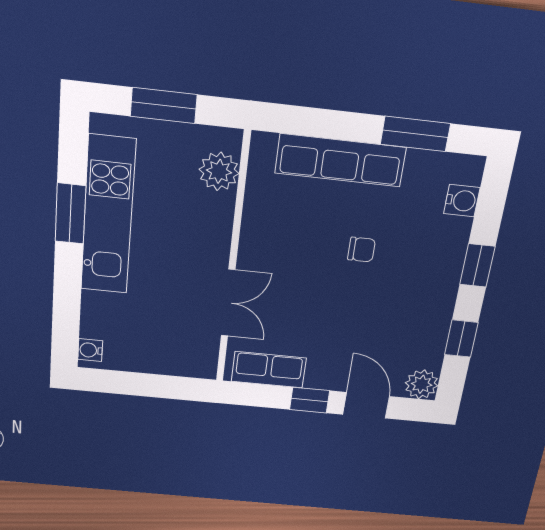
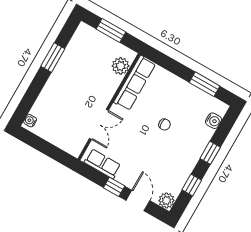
row of seats: (340, 160) -> (135, 83), moved, turned -90
kitchen unit: (108, 216) -> (67, 65), removed

